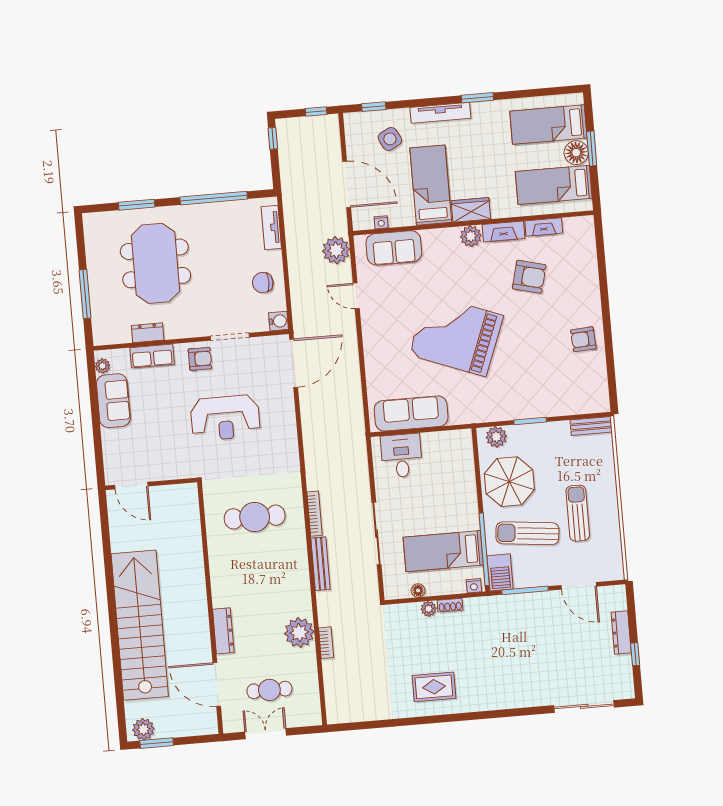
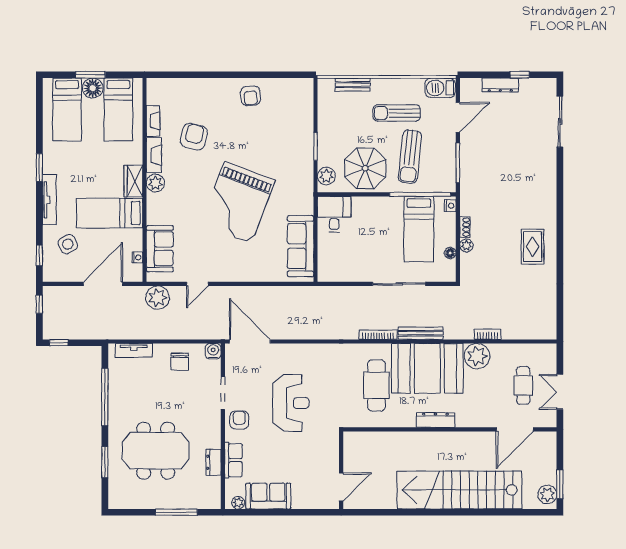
bench: (591, 426) -> (353, 85), moved, turned 90
desk: (401, 456) -> (334, 214), moved, turned 90
barbecue: (500, 572) -> (440, 88), moved, turned 180
booth: (280, 575) -> (427, 368), added
dresser: (223, 631) -> (435, 420), moved

